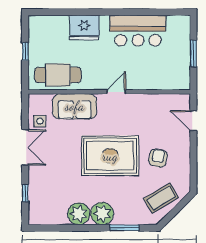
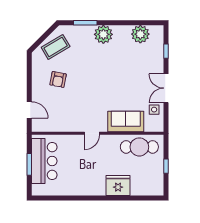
bar counter: (138, 31) -> (44, 161), moved, turned 90
rug: (110, 156) -> (97, 81), removed
plant: (79, 214) -> (140, 34), moved

